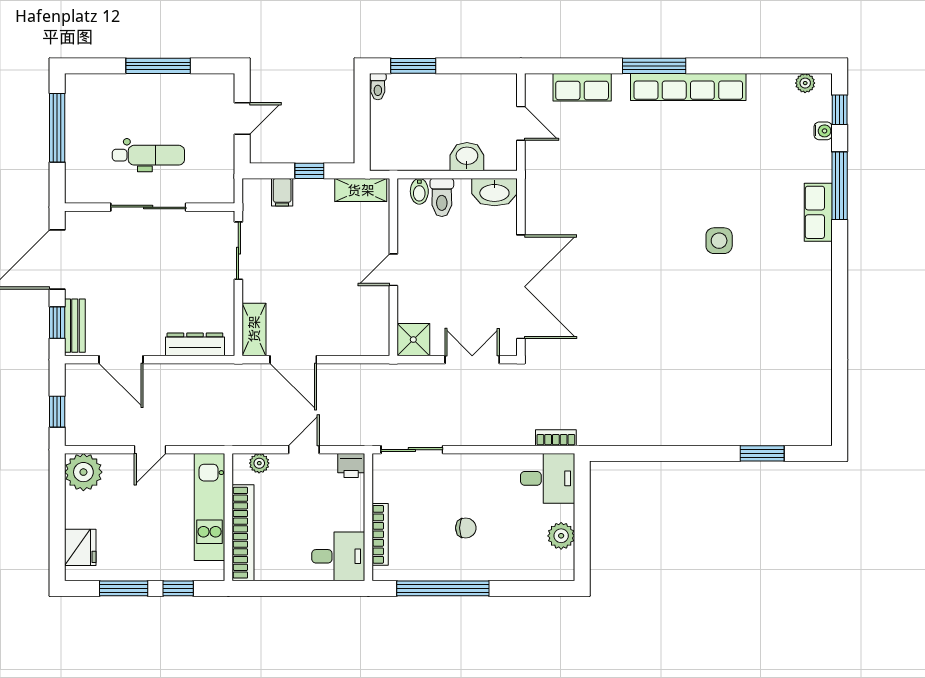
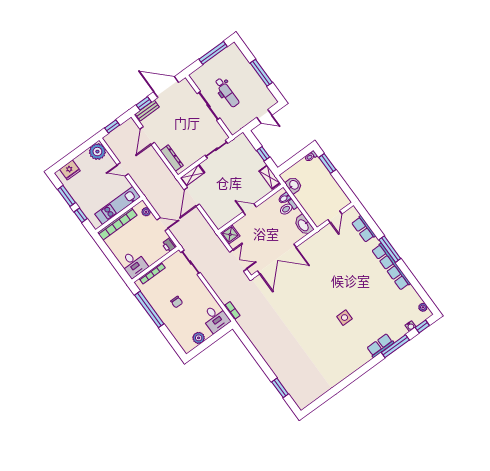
washbasin: (467, 157) -> (294, 185), moved
filing cabinet: (282, 192) -> (248, 150), removed

